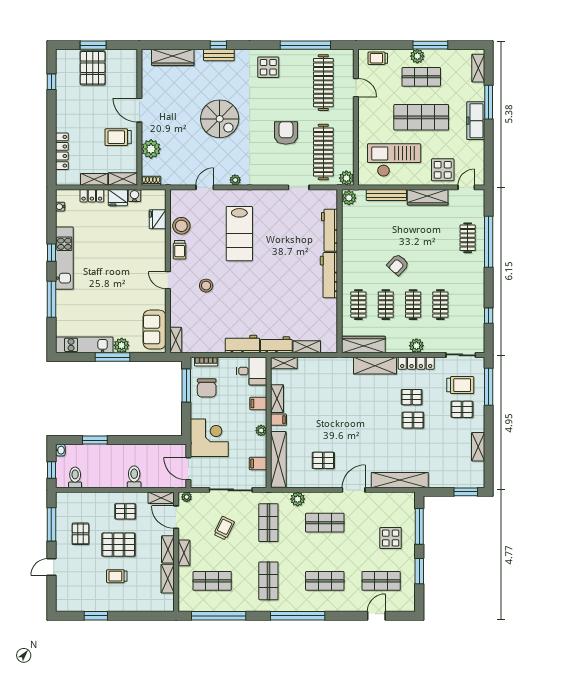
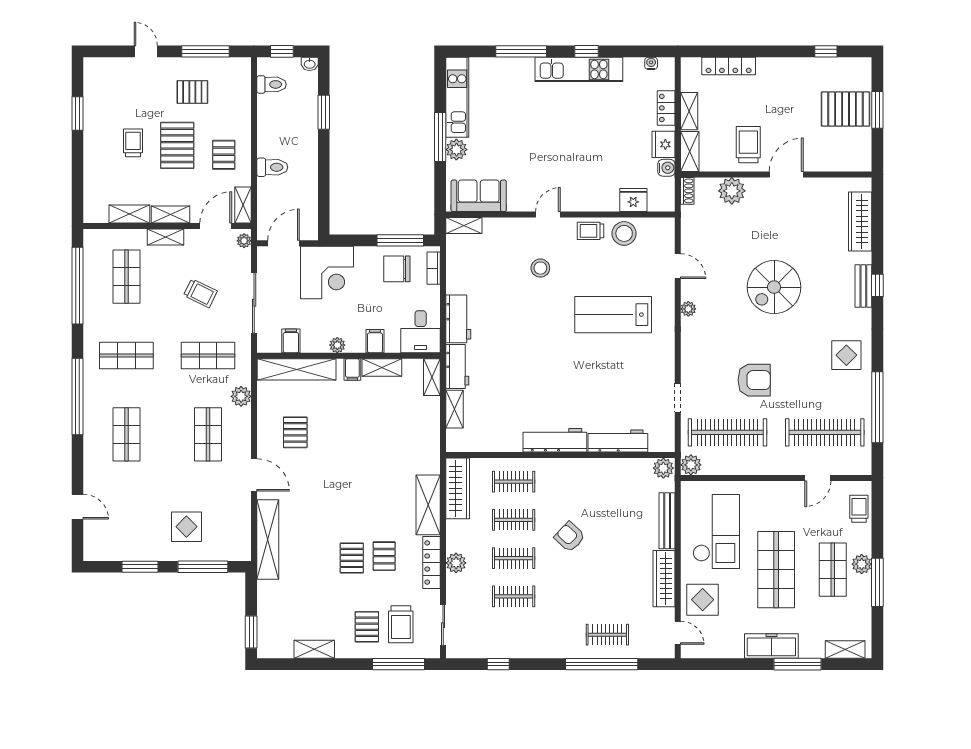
shop shelf: (381, 581) -> (126, 513), removed

